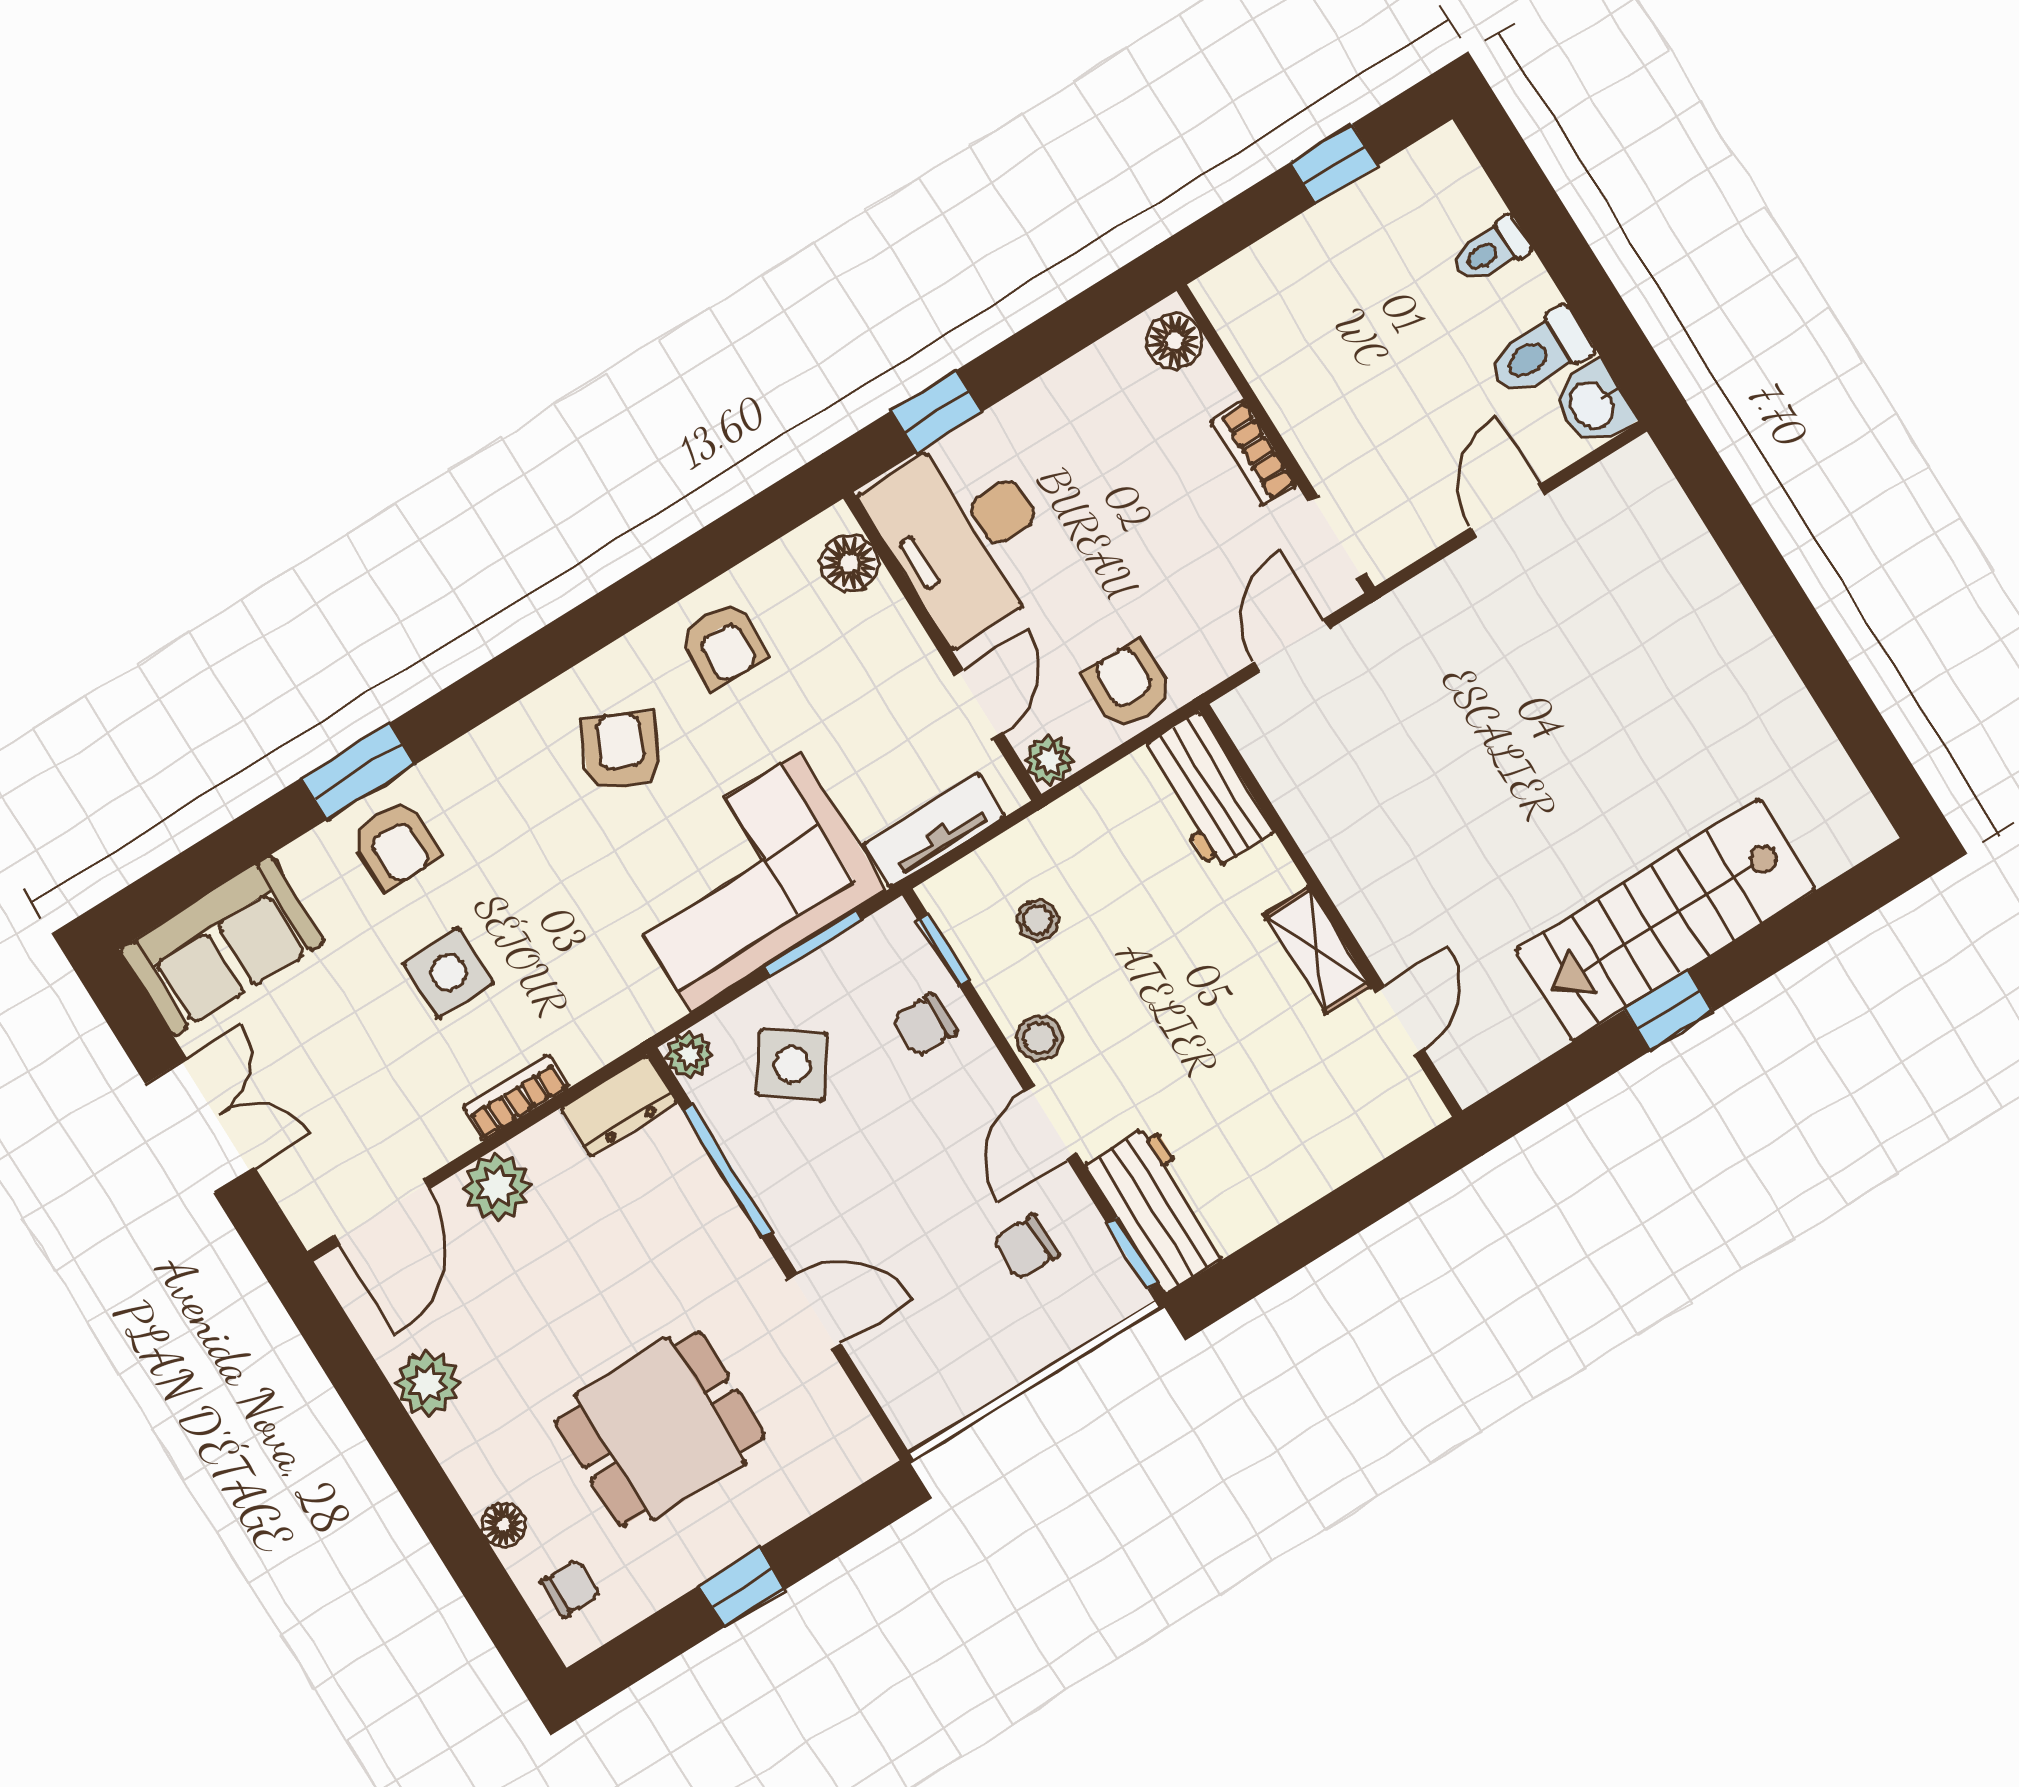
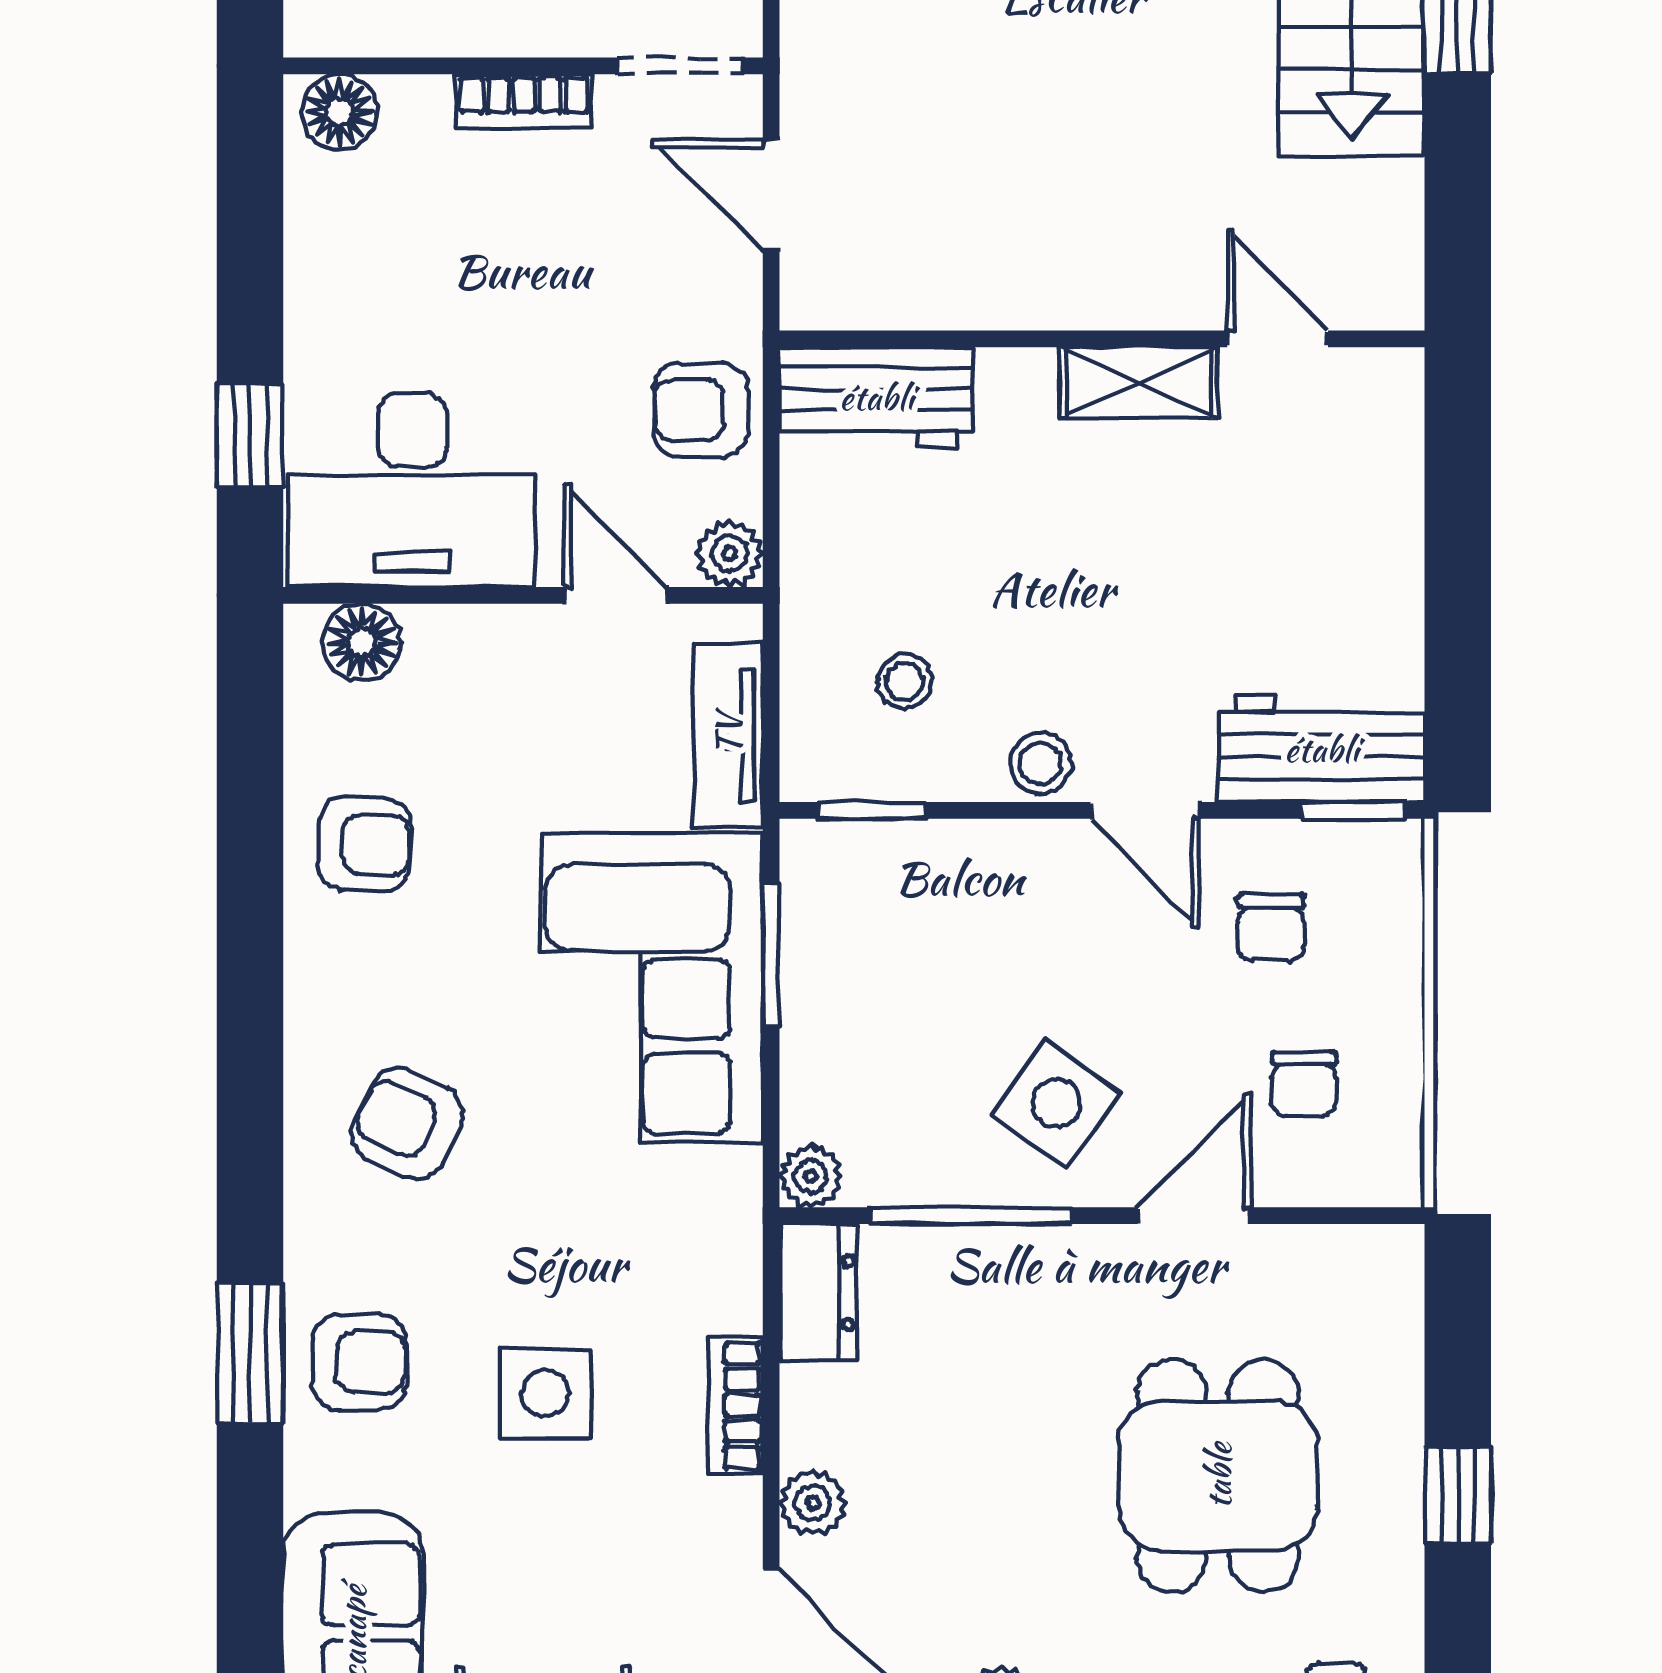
armchair: (621, 751) -> (407, 1124), moved
chair: (924, 1025) -> (1304, 1084), moved
side table: (792, 1064) -> (1056, 1103), moved
plant: (497, 1187) -> (813, 1503), width x0.73, depth x0.73

